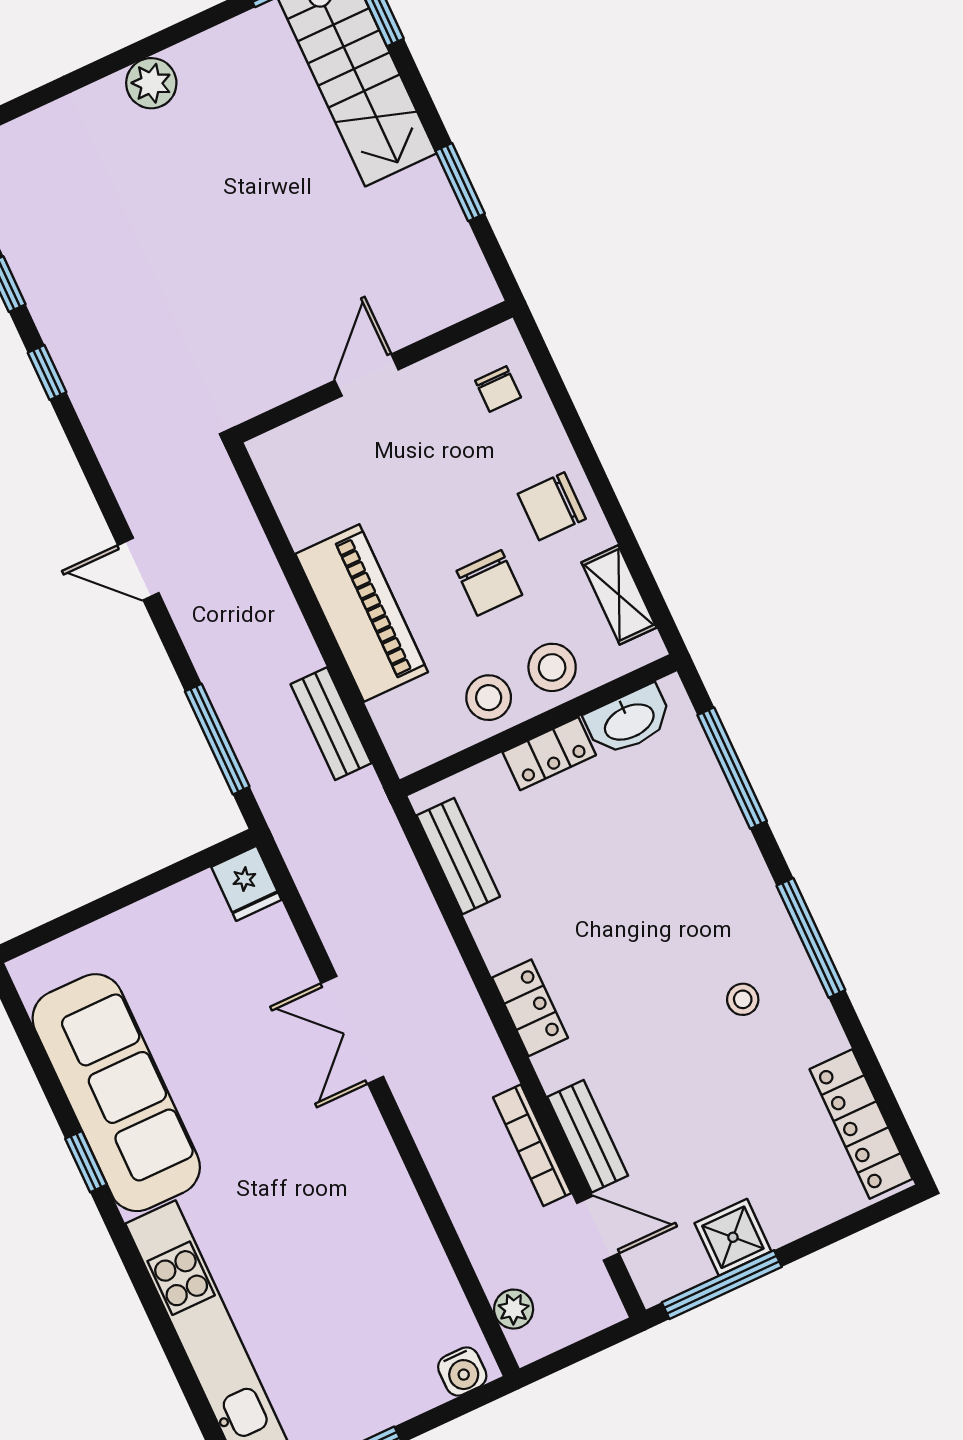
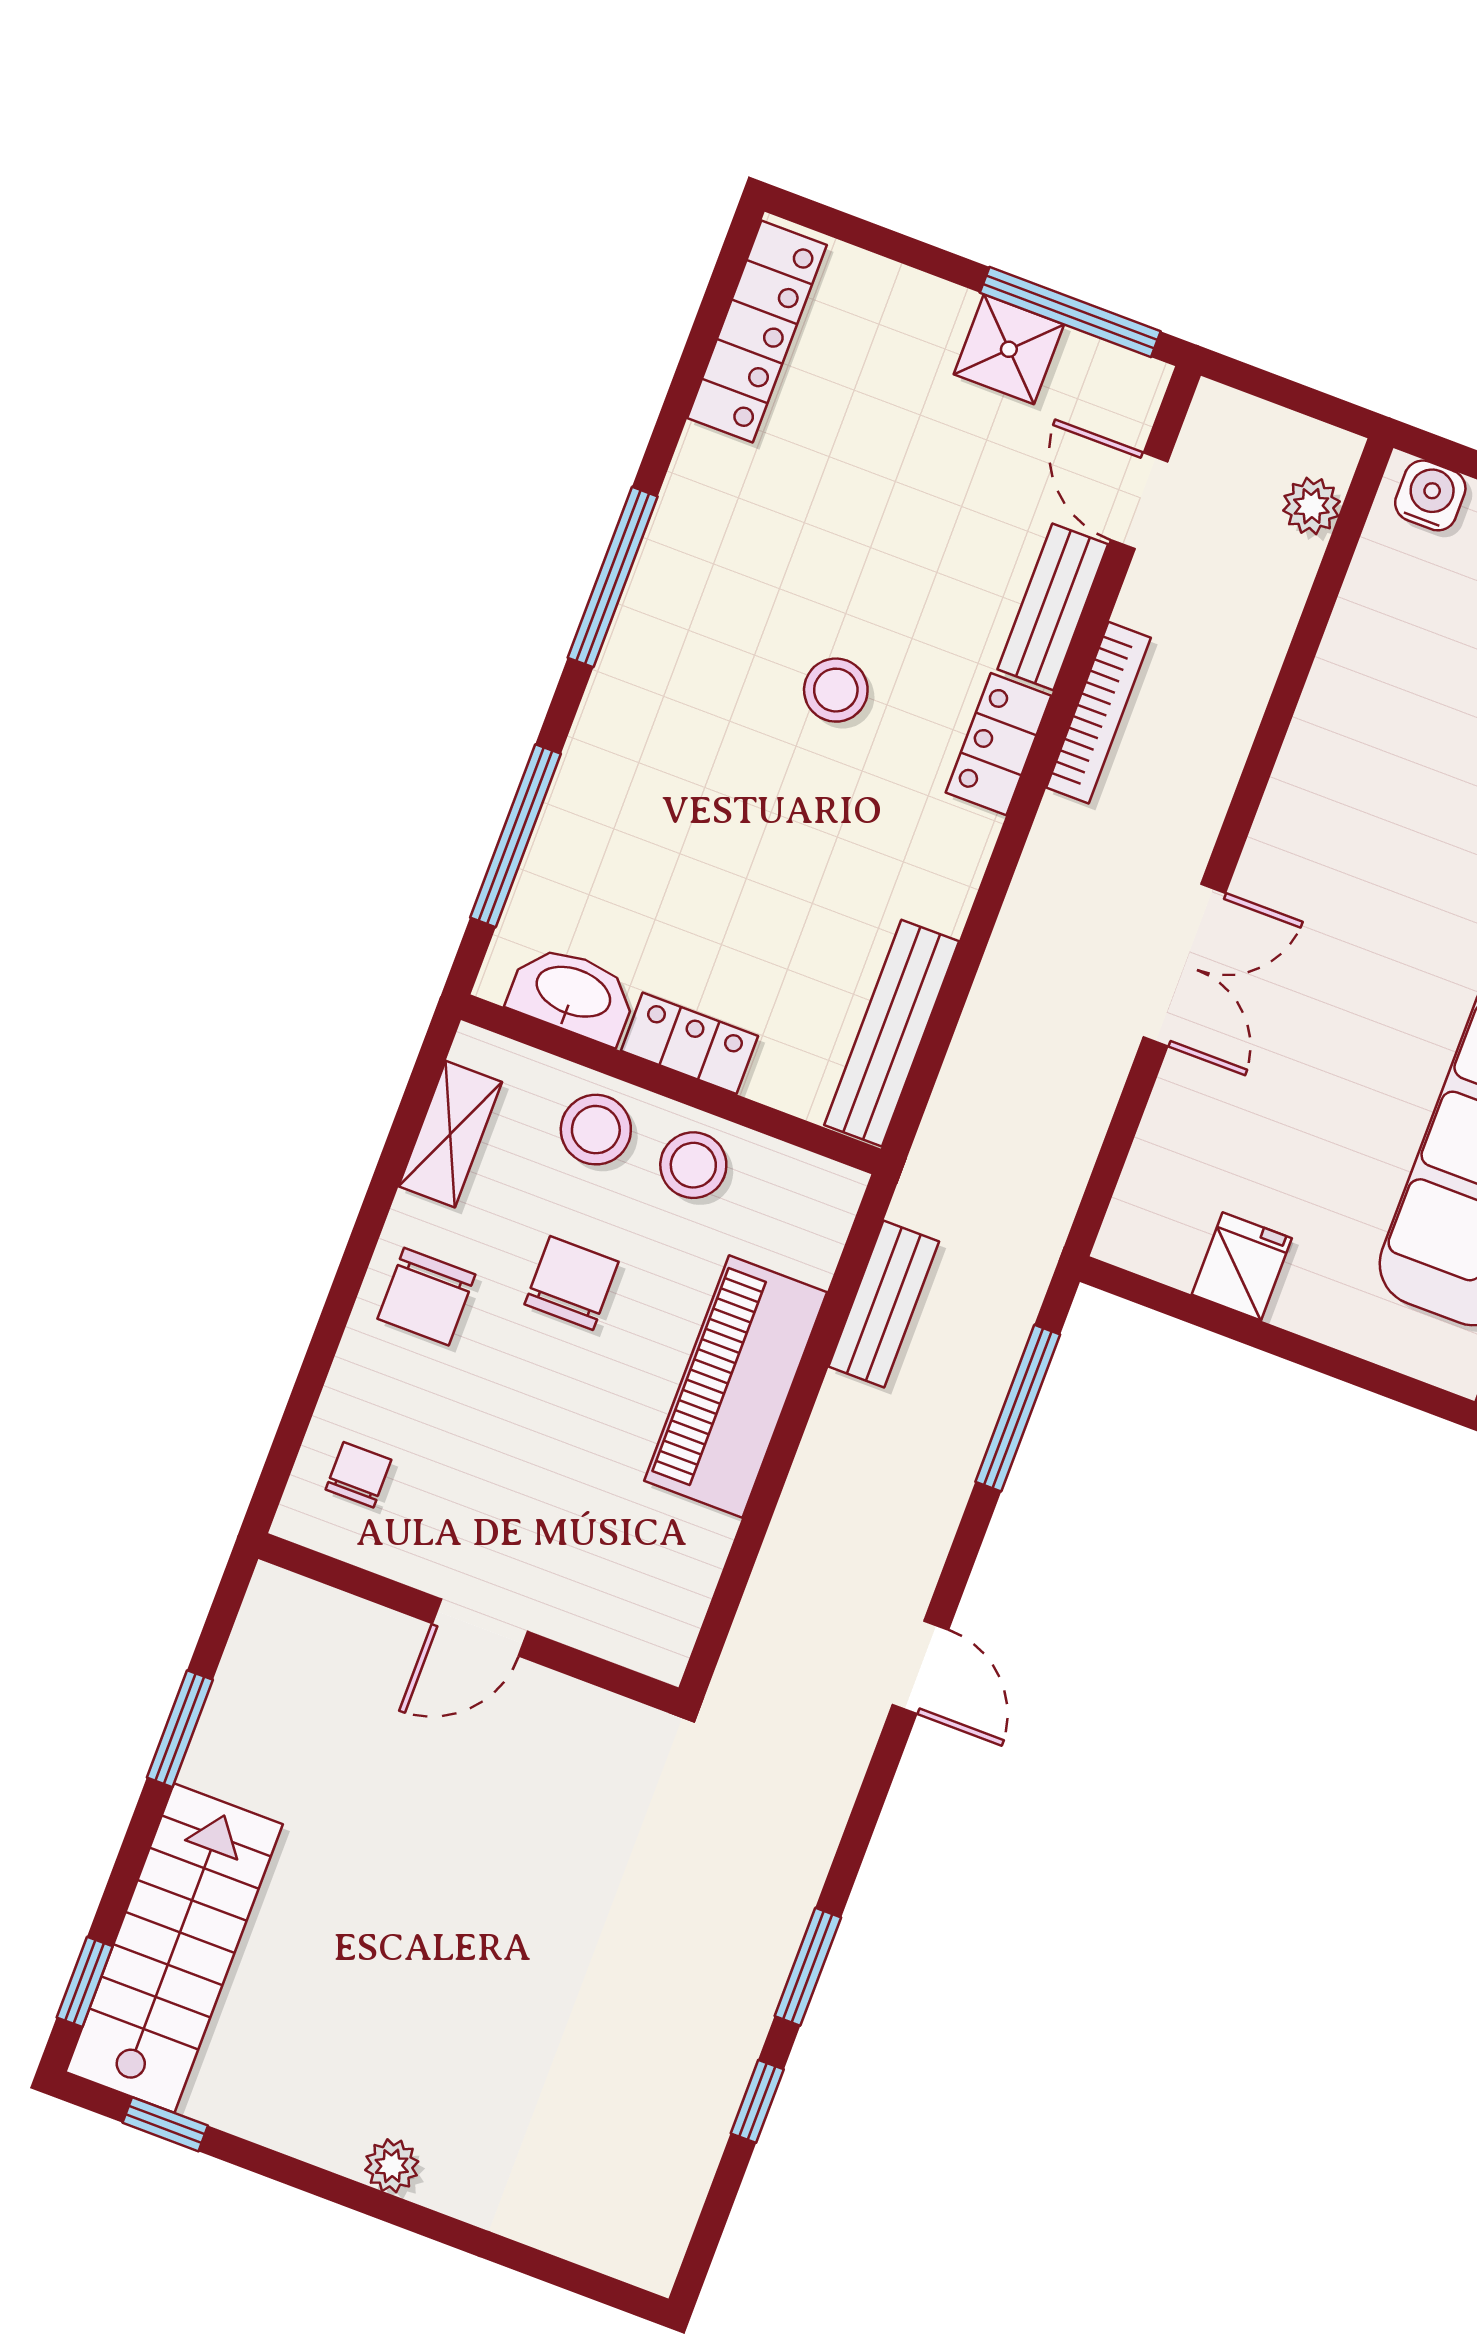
plant: (151, 83) -> (392, 2166), width x0.73, depth x0.73
window: (47, 372) -> (808, 1967), width x1.50
chair: (552, 506) -> (426, 1297), turned 90
bench: (458, 856) -> (892, 1033), width x1.36
fridge: (246, 883) -> (1242, 1266), moved
stool: (743, 999) -> (836, 690), moved, width x1.37, depth x1.37
locker: (530, 1008) -> (999, 744), moved
bookcase: (532, 1145) -> (1098, 713), moved

